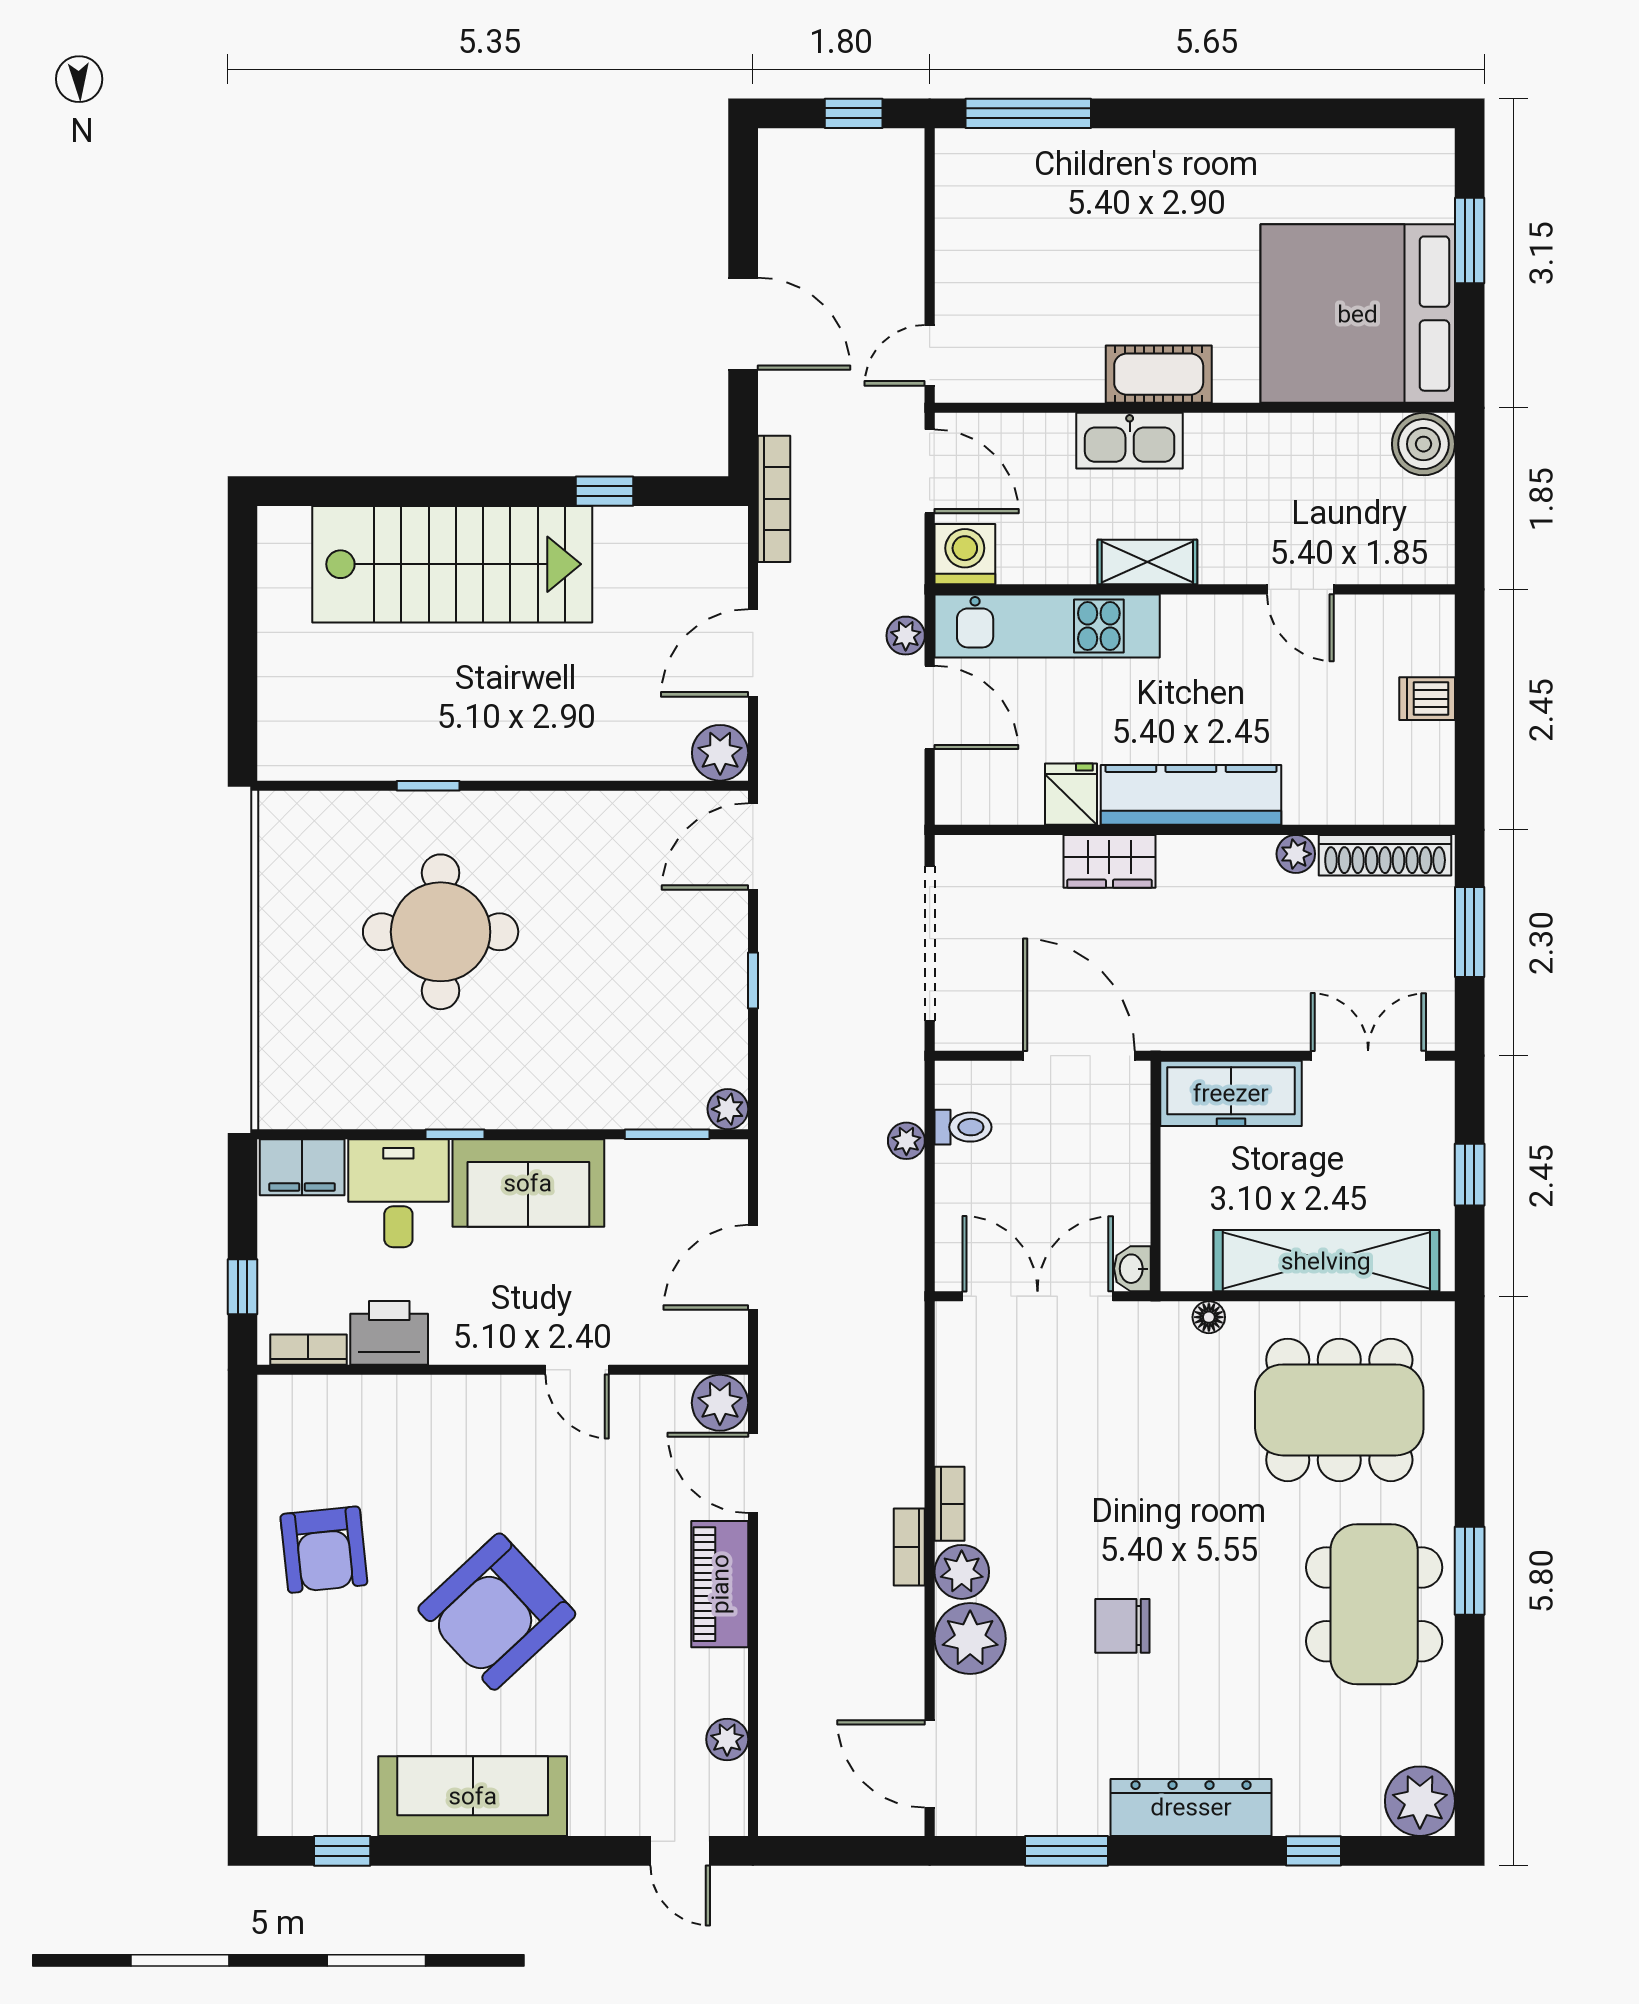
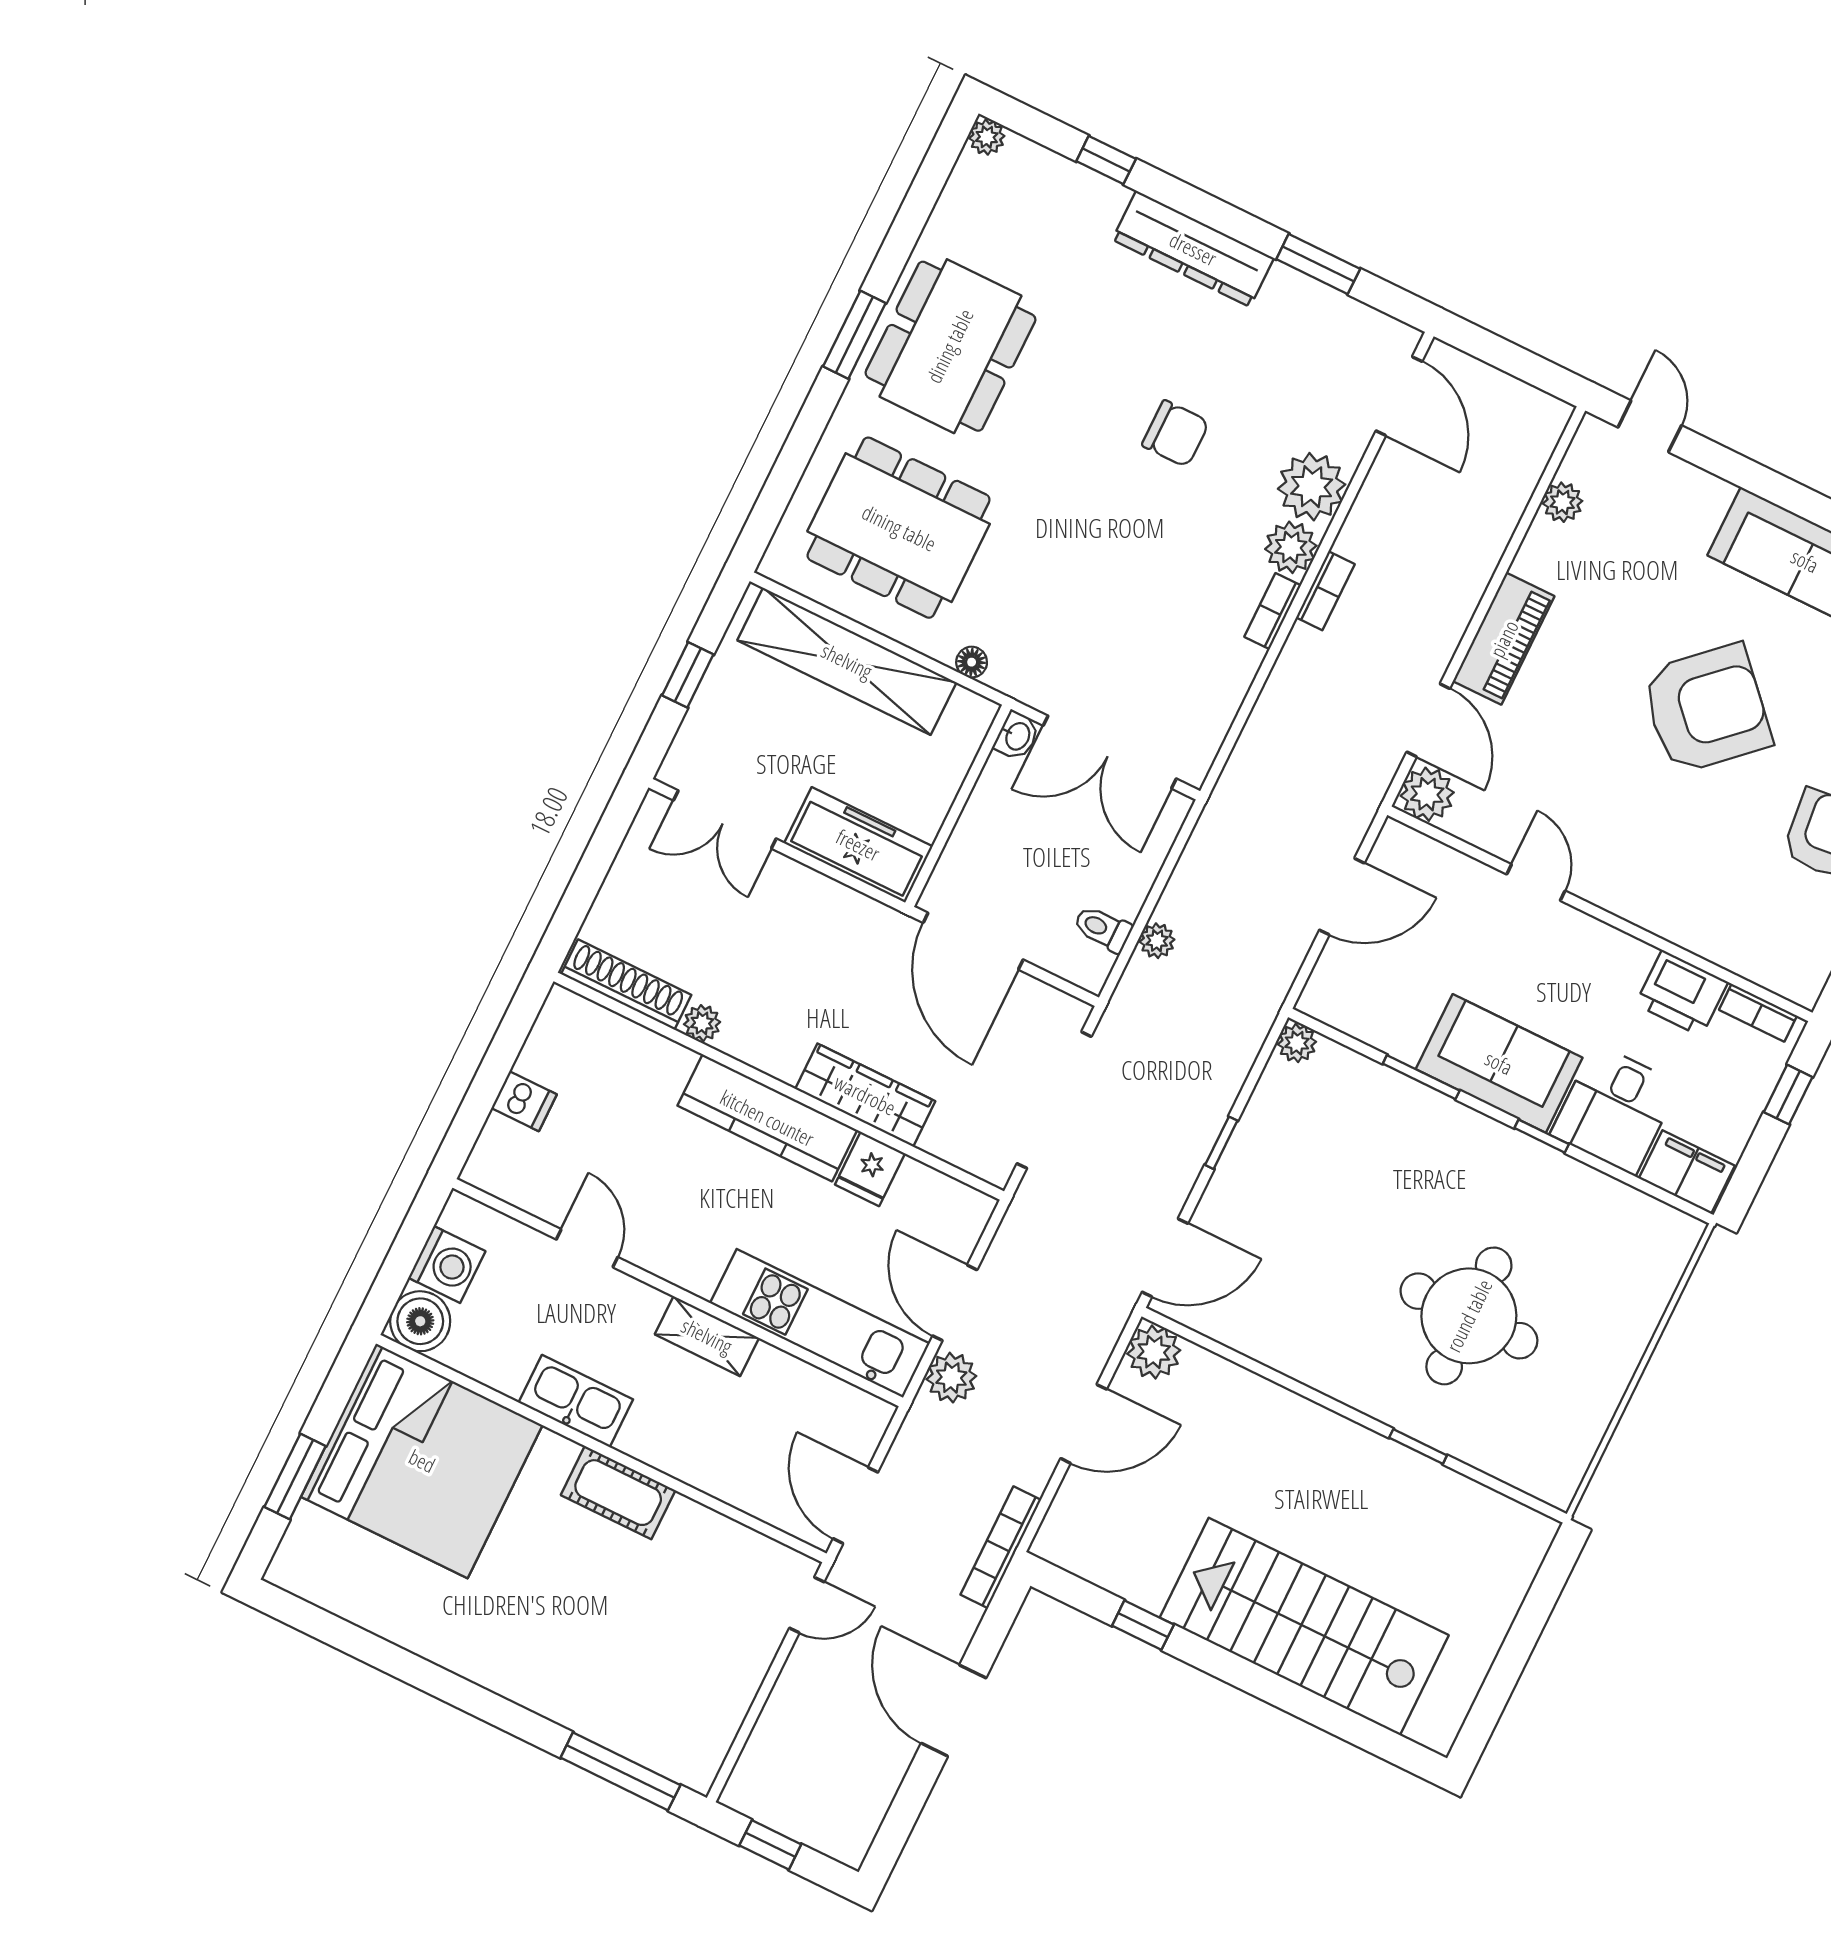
kitchen sink: (1130, 441) -> (576, 1401), moved
washing machine: (965, 554) -> (447, 1264), moved, turned -90
plant: (906, 636) -> (951, 1378), width x1.38, depth x1.38
wardrobe: (1109, 861) -> (865, 1095), width x1.50
window: (1470, 932) -> (586, 883), removed
window: (667, 1134) -> (1421, 1077), moved
plant: (1420, 1801) -> (987, 137), width x0.53, depth x0.53

